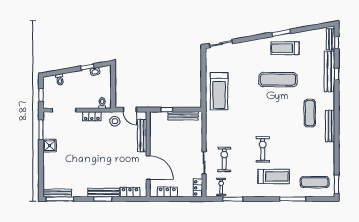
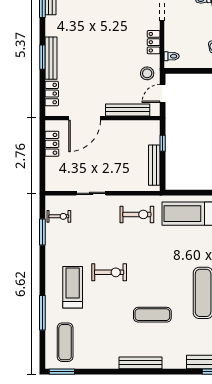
exercise mat: (310, 113) -> (152, 315), moved
exercise bike: (224, 159) -> (137, 214), moved
treadmill: (274, 176) -> (73, 287), turned 180
locker: (198, 188) -> (57, 185), removed

